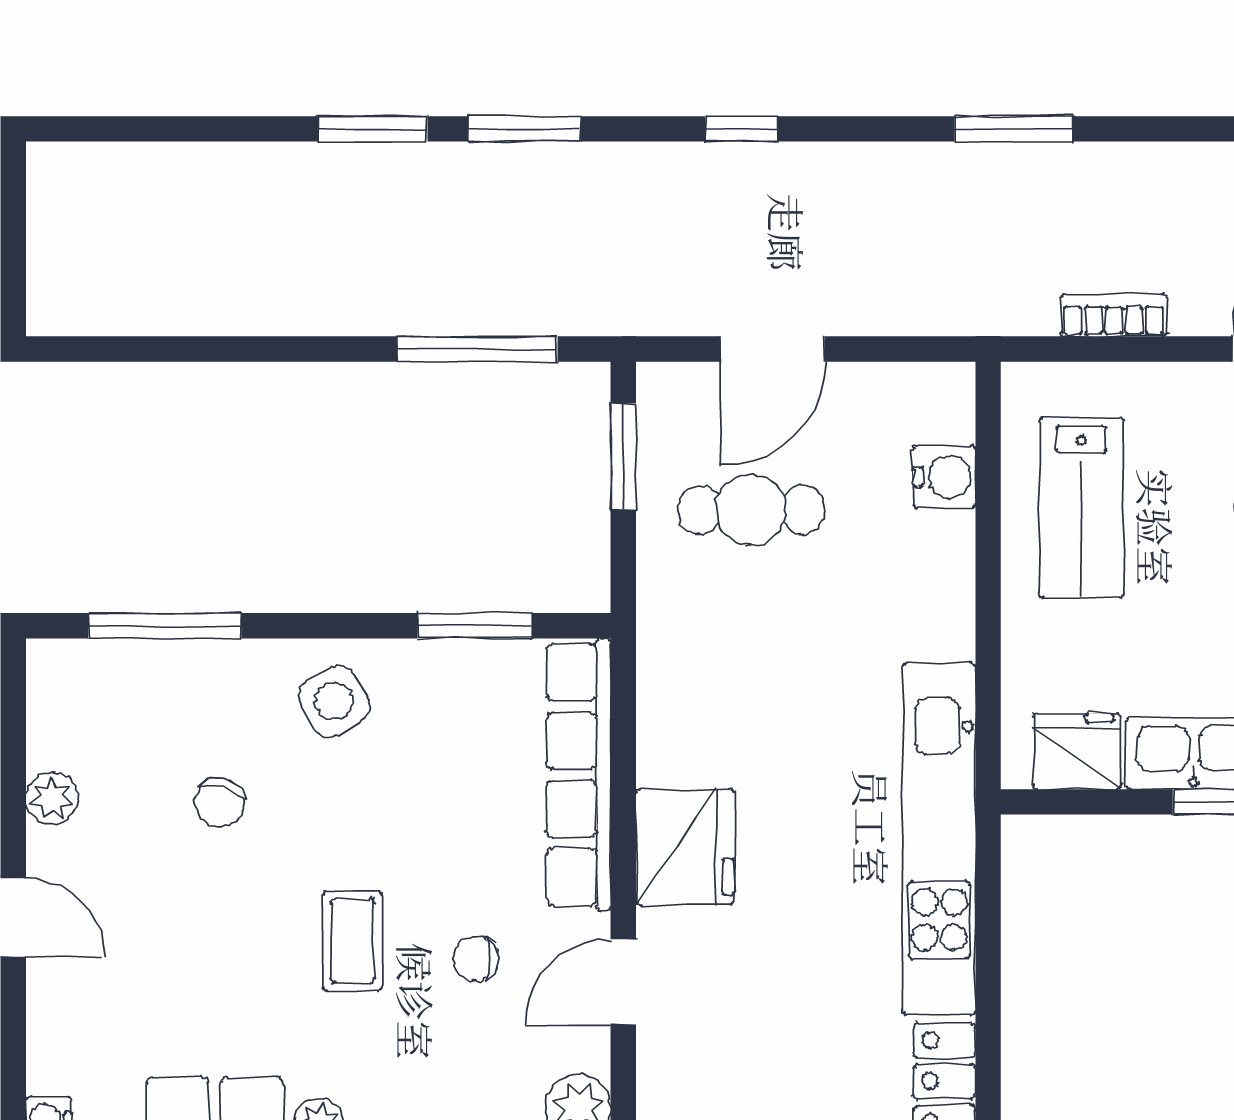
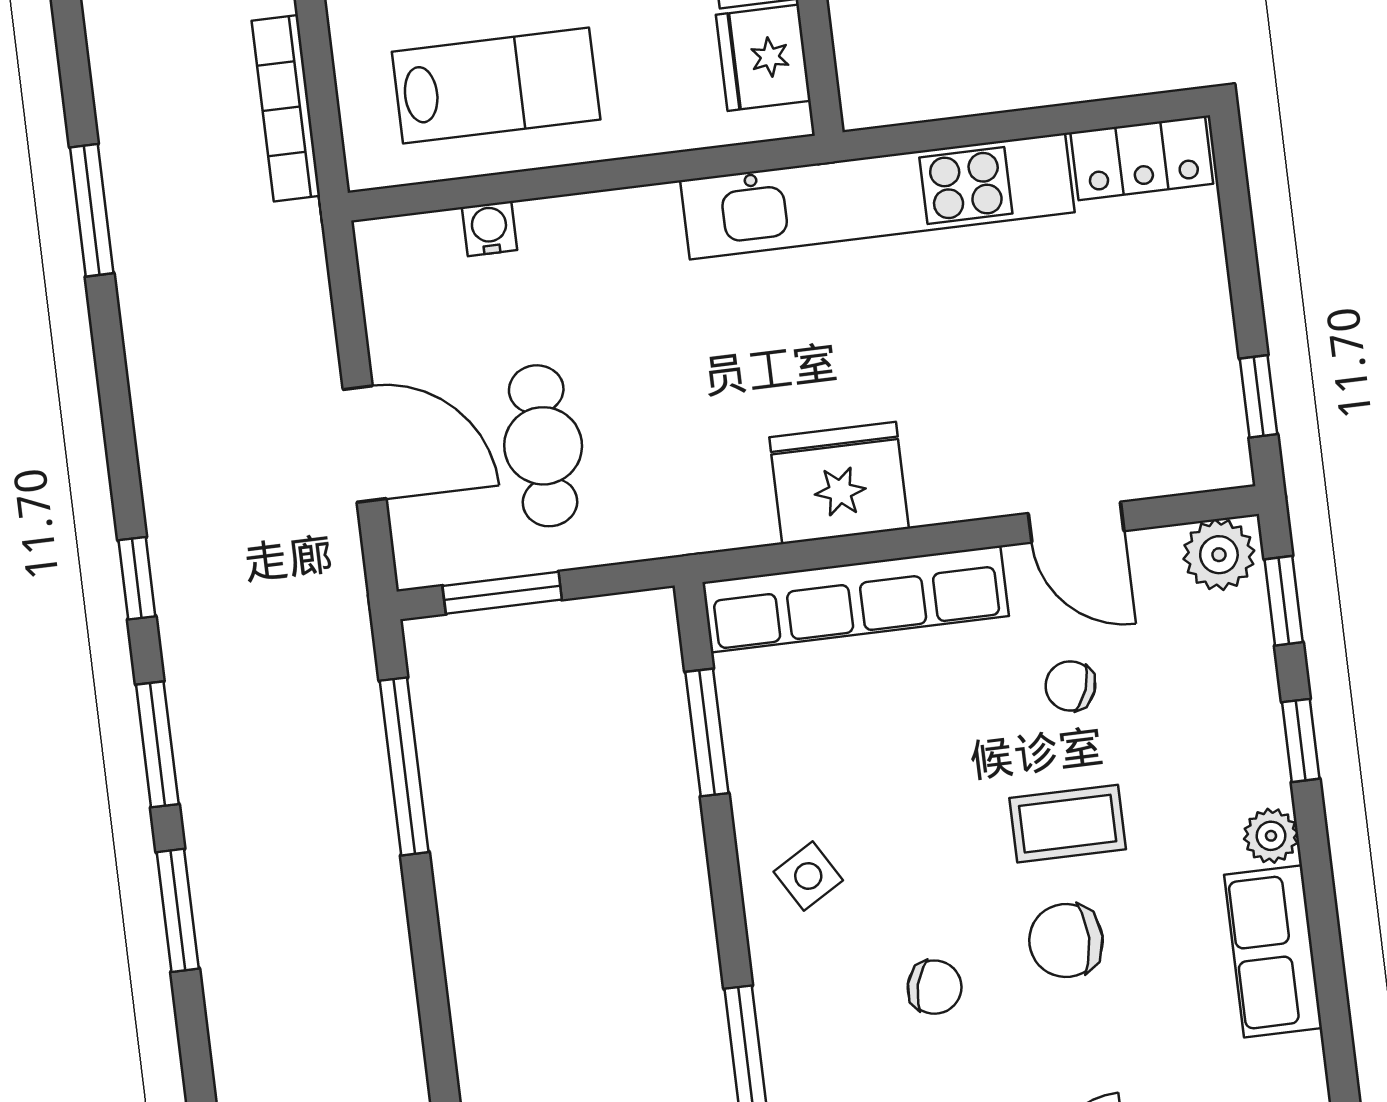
window: (742, 129) -> (137, 578), moved
bookcase: (1114, 315) -> (286, 108), width x1.56
water cooler: (944, 477) -> (489, 229), width x0.72, depth x0.72
side table: (334, 701) -> (808, 876), width x0.73, depth x0.73
fridge: (685, 847) -> (839, 483), moved
chair: (247, 927) -> (1066, 941), added
chair: (476, 959) -> (1070, 686), turned 110

